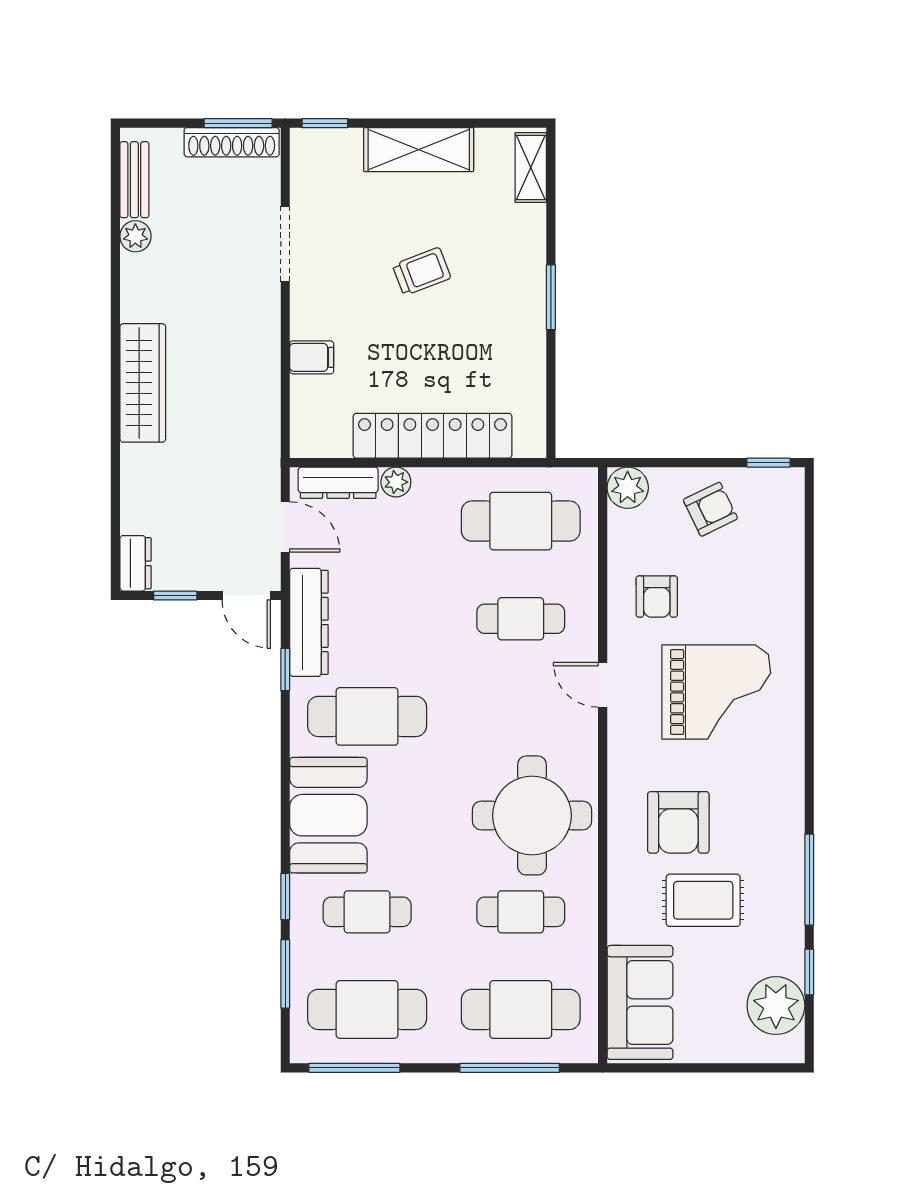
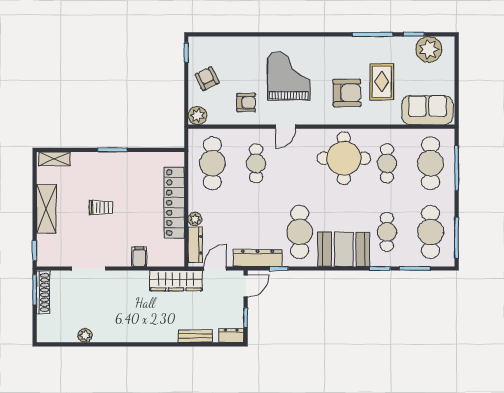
bench: (134, 180) -> (195, 336), moved
trolley: (422, 271) -> (101, 208), turned 111
wardrobe: (143, 383) -> (176, 281), moved, turned 180

